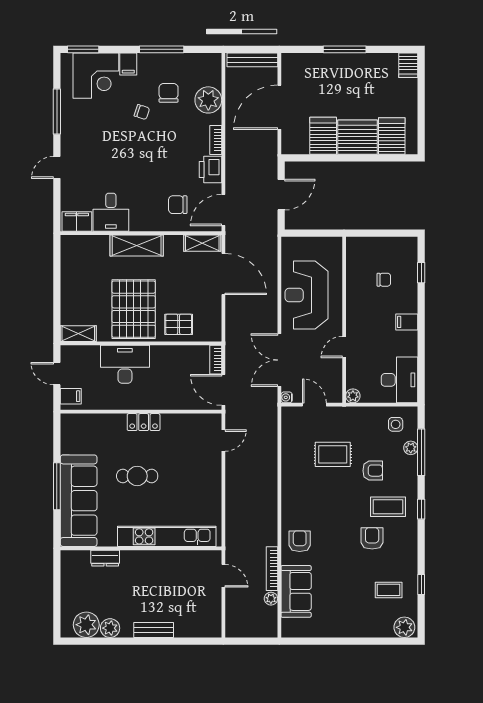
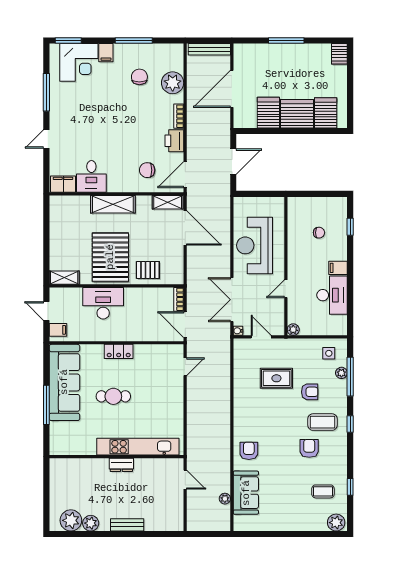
chair: (142, 112) -> (117, 93), removed
desk: (399, 380) -> (332, 295), moved
sofa: (79, 501) -> (64, 382), moved
dresser: (105, 558) -> (121, 465), moved
bookcase: (272, 569) -> (226, 474), removed

